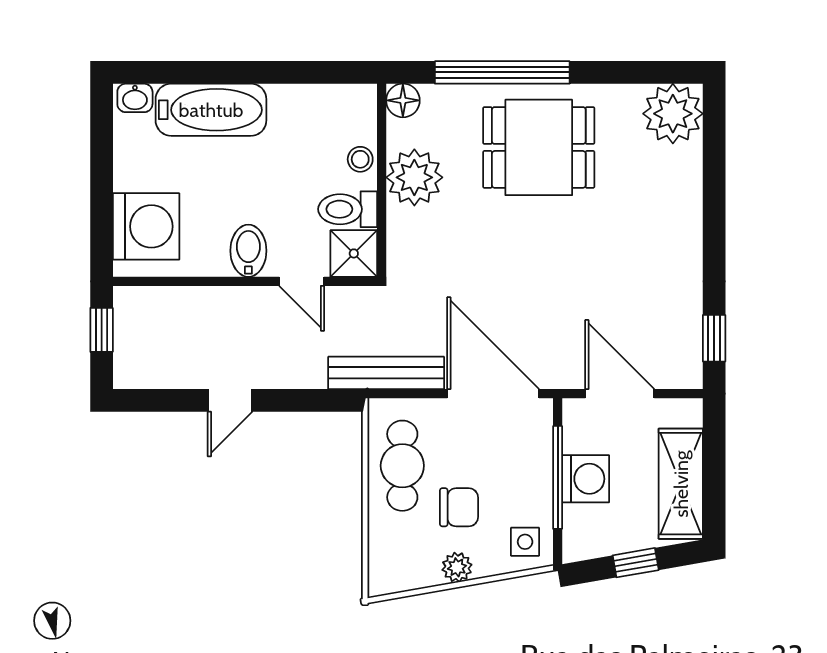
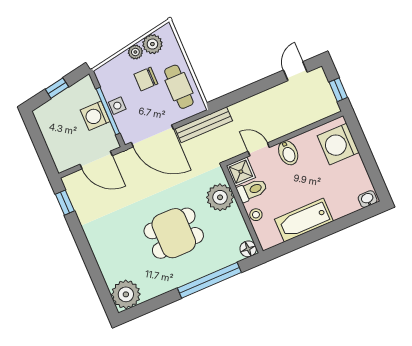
bathtub: (211, 110) -> (304, 220), moved
dining table: (539, 147) -> (174, 233), moved
plant: (414, 177) -> (220, 197), moved
door: (230, 400) -> (295, 71), moved
shelving: (681, 484) -> (52, 132), removed
side table: (525, 542) -> (117, 106), moved
plant: (418, 569) -> (152, 44), added

